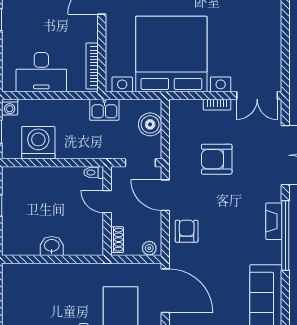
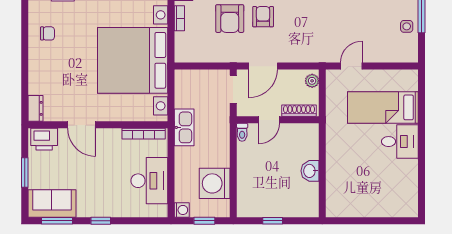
kitchen sink: (104, 110) -> (184, 127), width x1.38
boiler: (150, 124) -> (198, 80), removed
armchair: (187, 231) -> (263, 17), moved, turned 90
shoe rack: (117, 240) -> (299, 111), width x1.43
door: (165, 291) -> (351, 66), width x0.53

